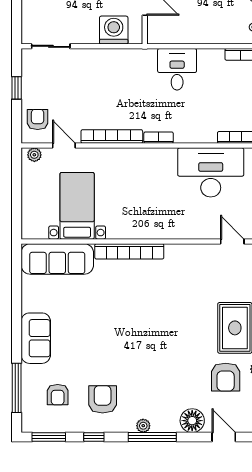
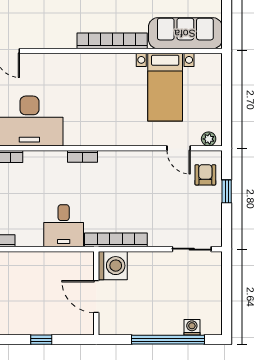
washing machine: (114, 30) -> (113, 266), moved, turned -90
window: (17, 88) -> (227, 191), moved
armchair: (38, 119) -> (205, 175), turned 180
bookcase: (112, 137) -> (116, 240), moved, turned 180

